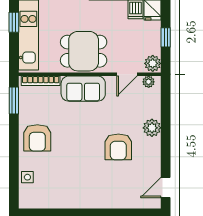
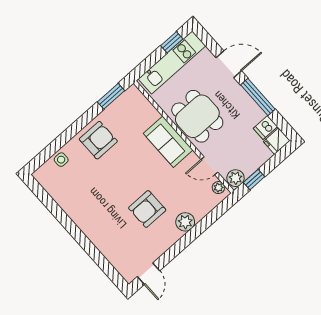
window: (166, 37) -> (254, 180), moved
bookcase: (41, 81) -> (145, 103), removed
armchair: (37, 138) -> (98, 140), turned 180
door: (166, 187) -> (148, 274), swing flipped

